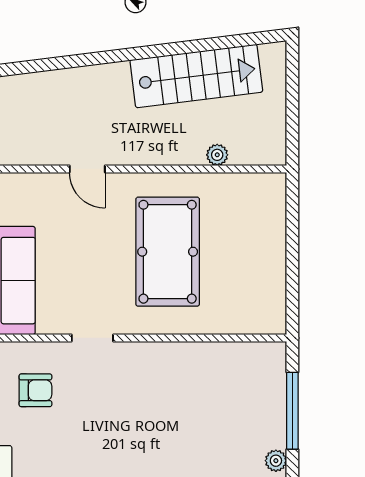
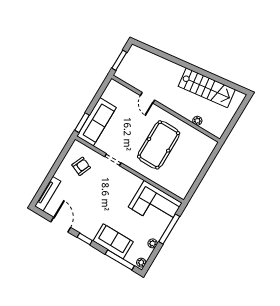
corner sofa: (234, 379) -> (155, 205), added
armchair: (35, 390) -> (81, 166), turned -67

